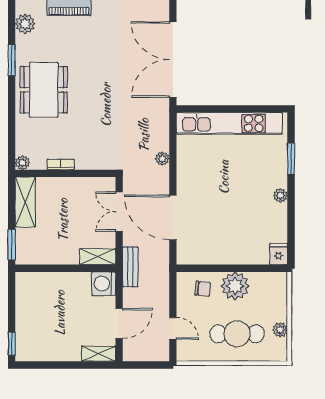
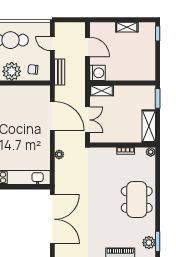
window: (12, 60) -> (158, 241), moved
bench: (130, 267) -> (60, 72), moved
door: (119, 323) -> (87, 47), swing flipped
shelving: (99, 354) -> (127, 27), moved

